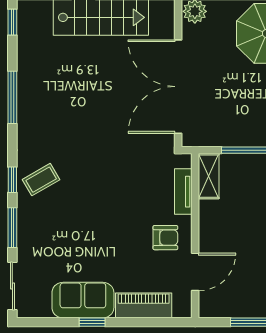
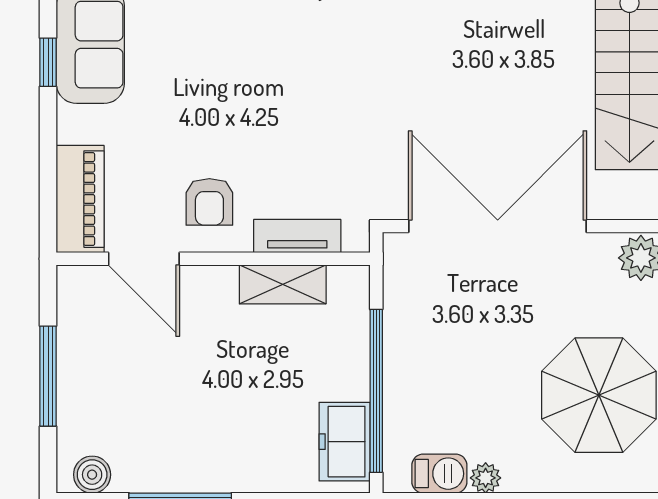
shelving: (209, 176) -> (283, 284), moved
piano: (144, 305) -> (80, 199), moved

